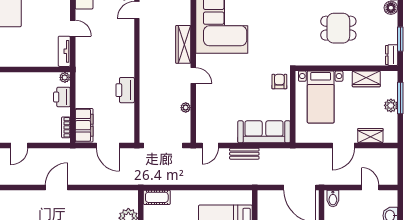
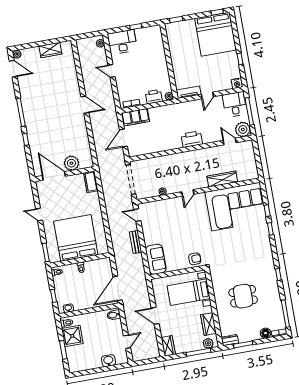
dining table: (338, 28) -> (243, 296), turned 90
wardrobe: (183, 44) -> (222, 179), moved
printer: (125, 90) -> (192, 139), moved
plant: (391, 105) -> (208, 343), moved
sofa: (264, 132) -> (156, 259), width x0.73
wardrobe: (370, 136) -> (168, 346), moved

